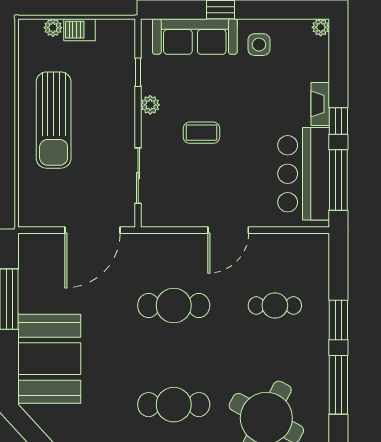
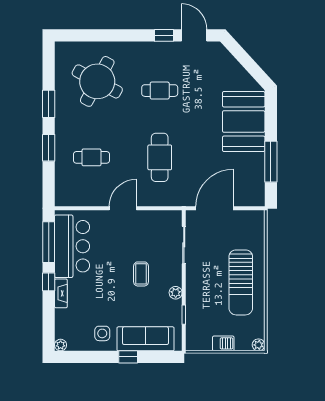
plant: (53, 28) -> (258, 345), moved
sun lounger: (54, 120) -> (241, 282), turned 180
coffee table: (201, 133) -> (141, 274), turned 90
cafe table: (174, 306) -> (160, 157), turned 90
window: (338, 385) -> (49, 104), width x0.69
cafe table: (174, 405) -> (160, 91), width x0.73, depth x0.74

